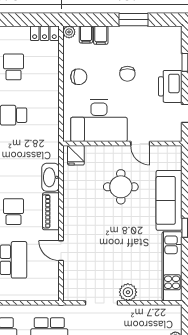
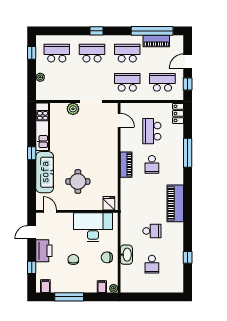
window: (133, 20) -> (69, 297), width x1.44
locker: (44, 33) -> (131, 287), removed
filing cabinet: (101, 35) -> (45, 286), moved
door: (140, 143) -> (50, 211), moved
washbasin: (51, 177) -> (126, 255), moved
door: (61, 251) -> (119, 120), moved

